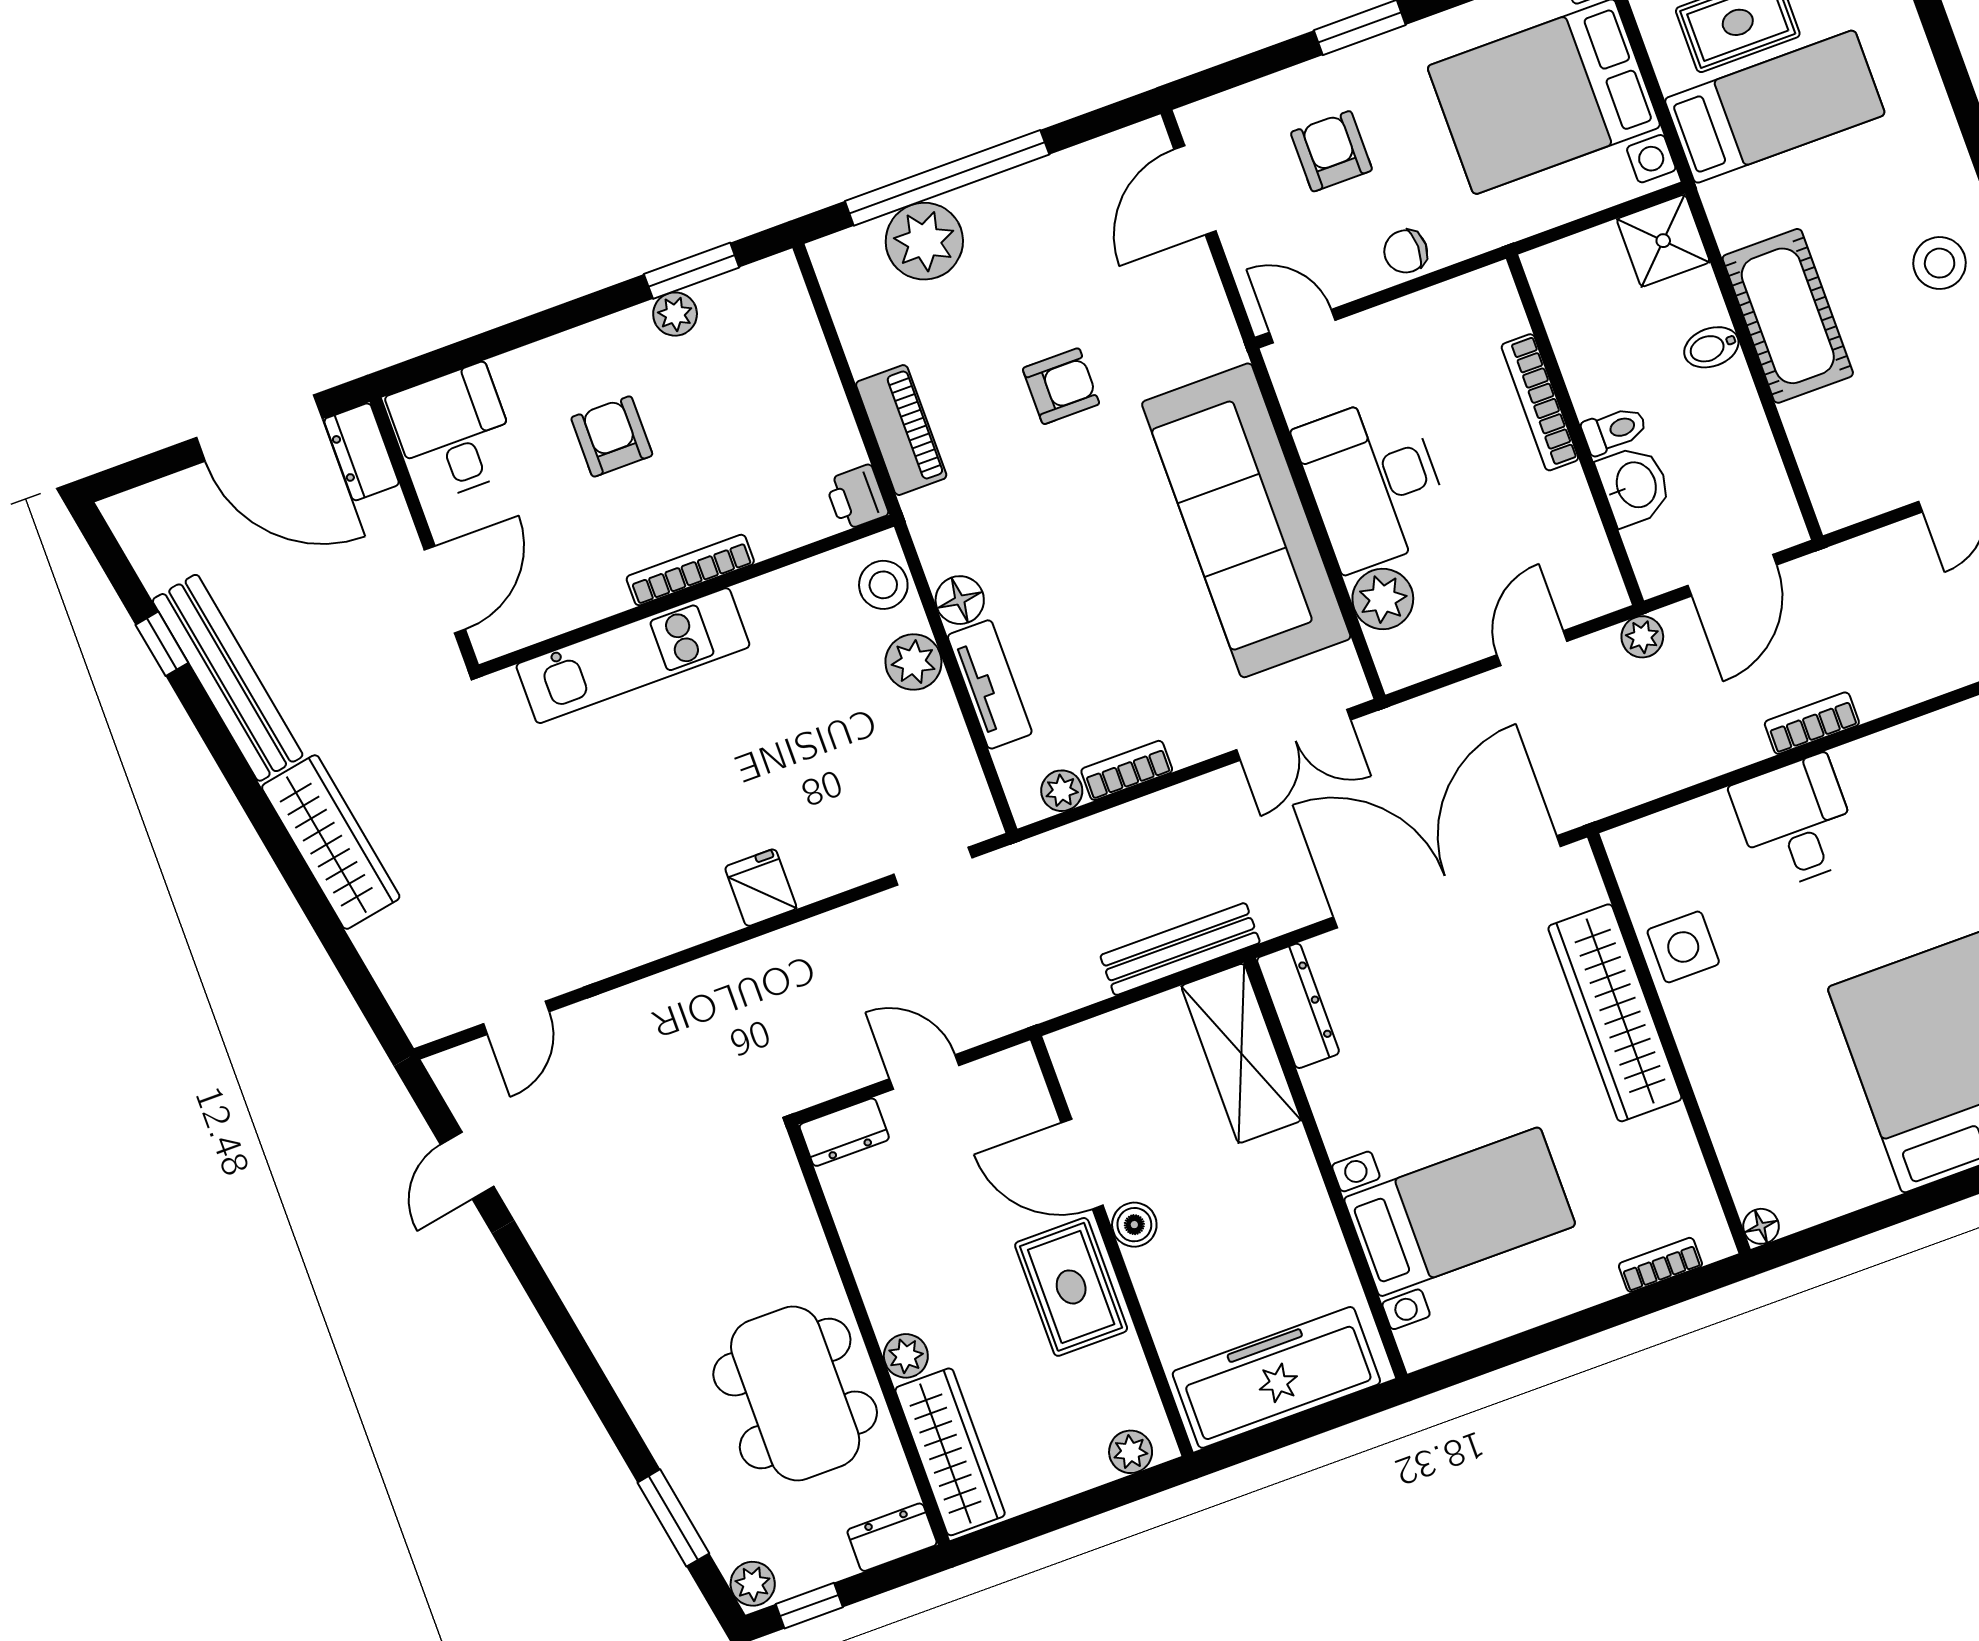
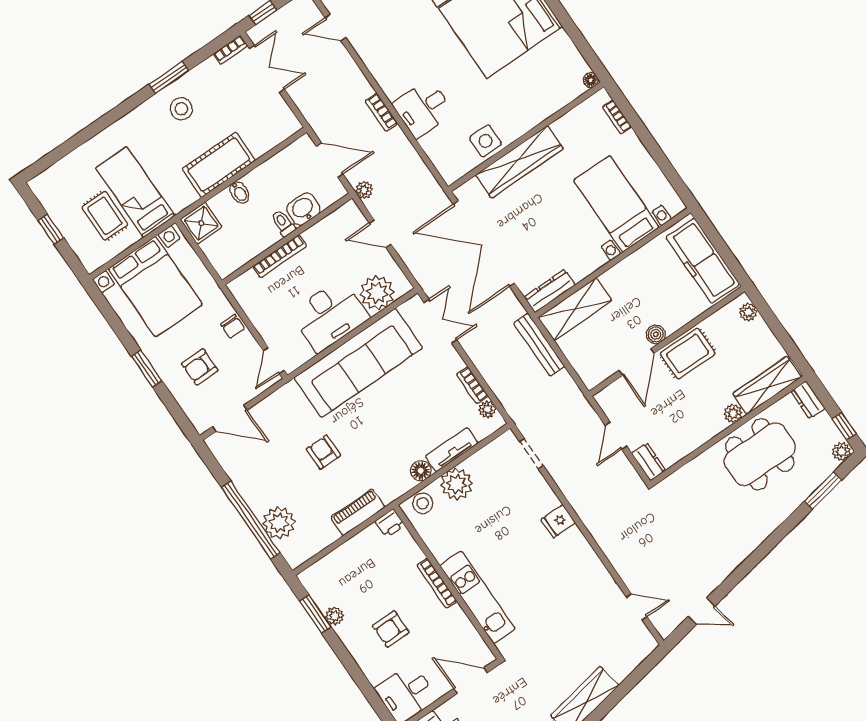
plant: (1383, 599) -> (377, 293), width x1.36, depth x1.36
plant: (913, 662) -> (457, 484), width x1.36, depth x1.36

